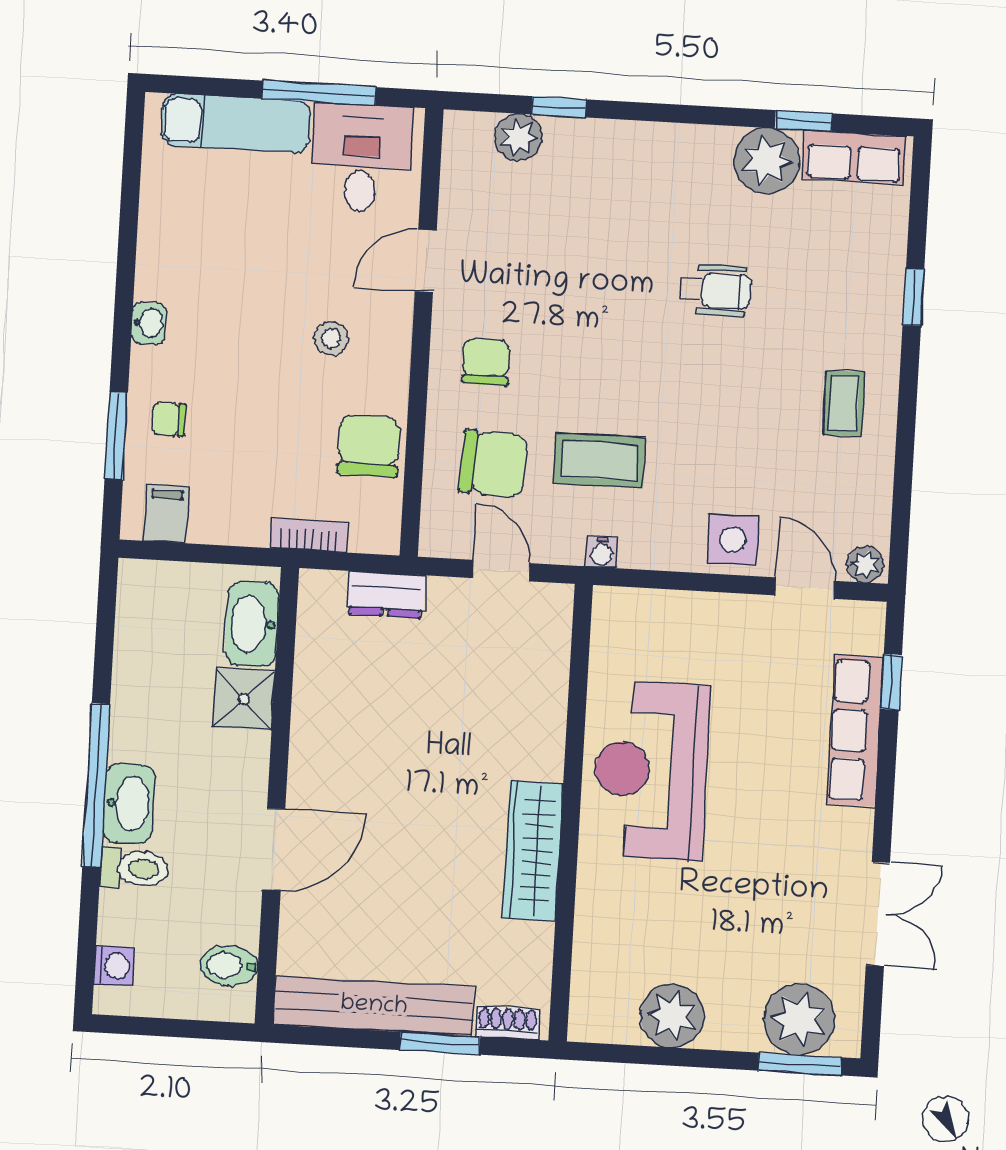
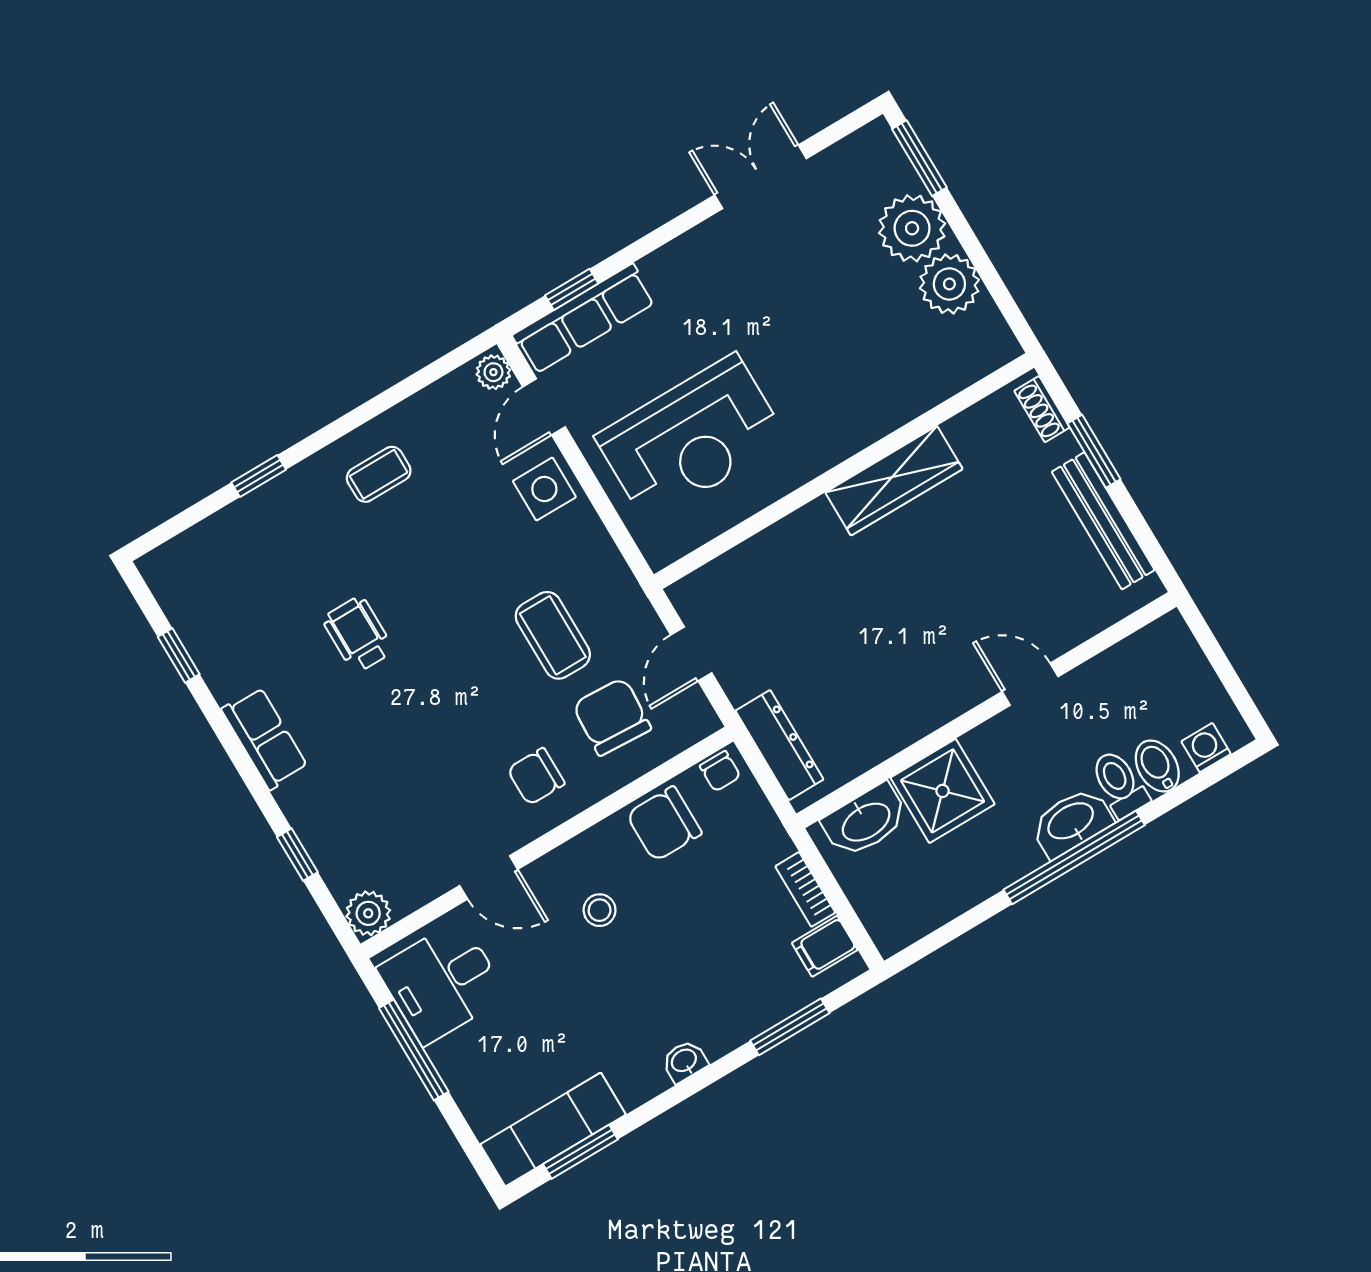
exam couch: (236, 123) -> (553, 1129), moved, turned -90
plant: (518, 137) -> (368, 913), moved
row of seats: (854, 157) -> (265, 738), moved
plant: (767, 161) -> (229, 663), removed
window: (131, 178) -> (580, 1152), added
chair: (169, 419) -> (720, 771), moved
bookcase: (309, 535) -> (805, 889), moved
water cooler: (602, 552) -> (623, 585), removed
dresser: (386, 595) -> (779, 745), width x1.44
shower: (244, 699) -> (943, 791), width x1.36, depth x1.36
row of seats: (855, 731) -> (584, 319), moved
reception desk: (651, 770) -> (691, 438), moved
door: (274, 849) -> (1030, 684), width x0.73
bidet: (229, 966) -> (1157, 766), moved, turned 180
bench: (374, 1006) -> (1103, 521), width x0.73, depth x0.82
plant: (799, 1019) -> (912, 228), moved

